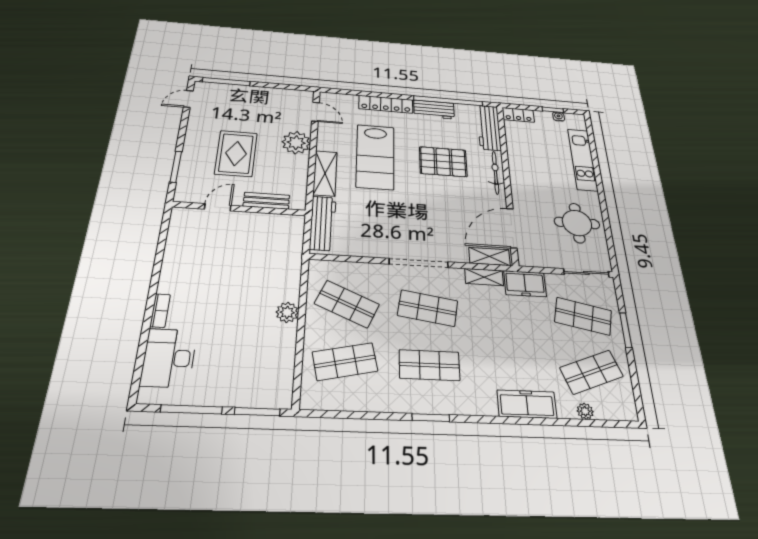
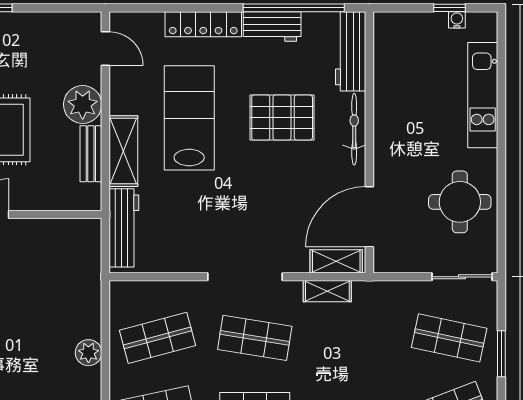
locker: (518, 115) -> (396, 23), removed
lab bench: (375, 157) -> (189, 118), turned 180
bench: (266, 201) -> (91, 154), moved, turned 90
freezer: (525, 284) -> (379, 297), removed
shop shelf: (347, 304) -> (158, 338), turned -39

